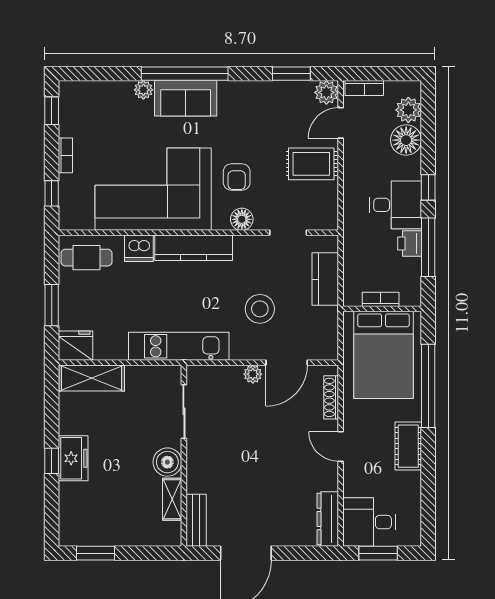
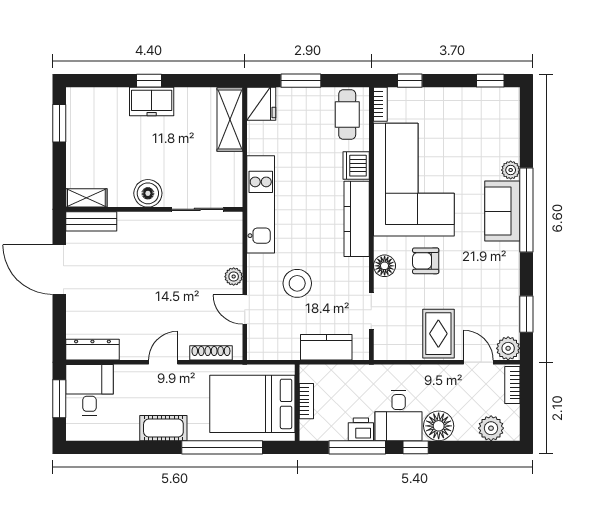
floor lamp: (406, 140) -> (439, 426), moved
bookcase: (65, 155) -> (380, 104), moved, turned -90
door: (287, 363) -> (245, 310), width x0.73
shelving: (172, 499) -> (86, 198), moved

